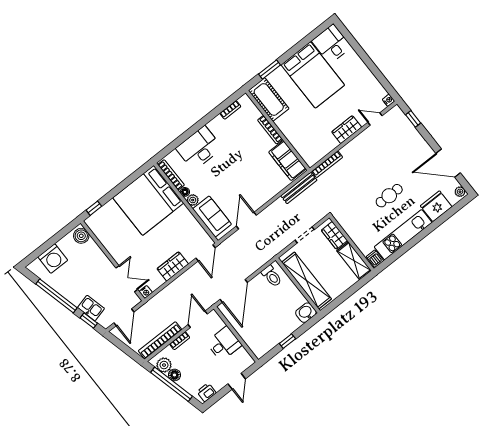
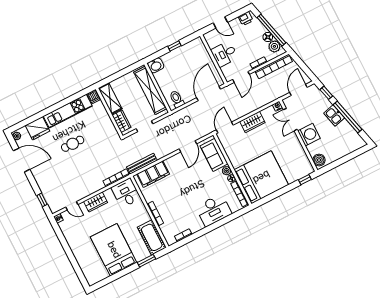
desk: (331, 44) -> (126, 193), moved, turned 180
filing cabinet: (287, 161) -> (153, 174), moved, turned 90
washing machine: (53, 259) -> (309, 135), moved, turned 90
kitchen sink: (91, 308) -> (334, 115), moved
door: (237, 381) -> (220, 23), swing flipped

